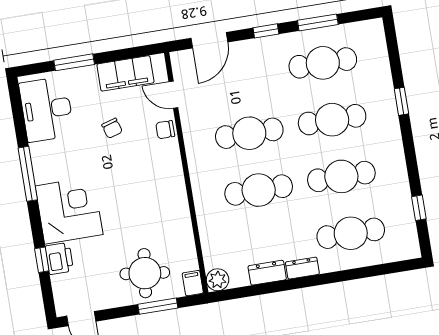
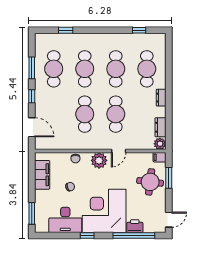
window: (74, 62) -> (32, 213), moved
door: (173, 95) -> (119, 151), moved
window: (401, 101) -> (66, 30), moved
desk: (47, 109) -> (65, 220), moved
plant: (169, 173) -> (99, 160), added
window: (28, 174) -> (87, 236), width x0.46
corner desk: (69, 210) -> (104, 211), width x1.36, depth x1.36
window: (42, 260) -> (134, 236), width x3.17
dresser: (267, 273) -> (161, 127), moved

